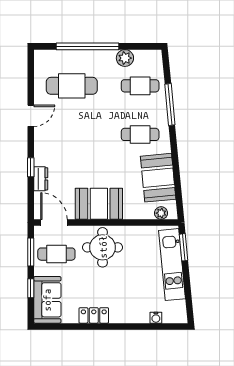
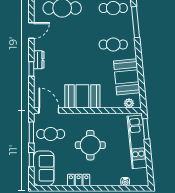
dresser: (41, 179) -> (39, 60), moved
round table: (103, 247) -> (90, 145), moved

